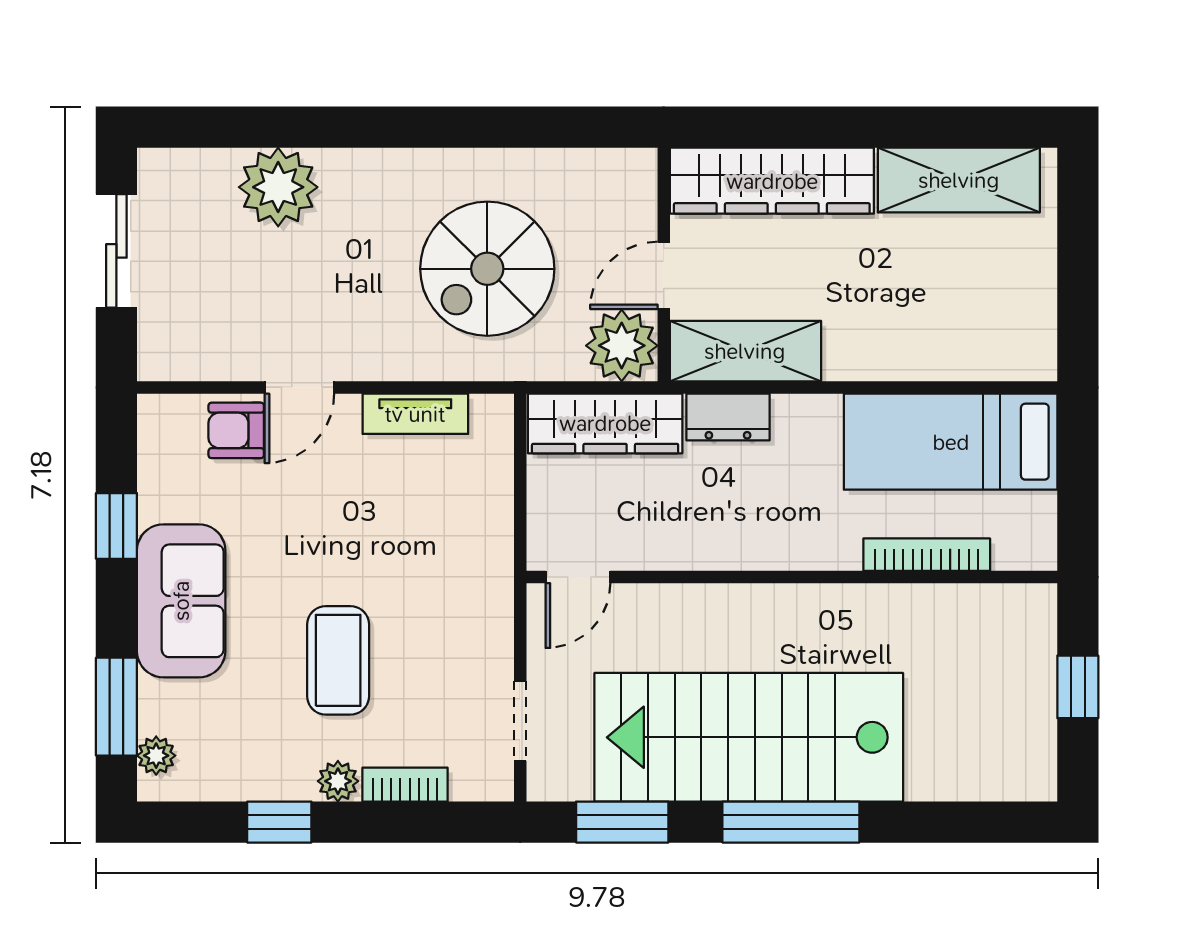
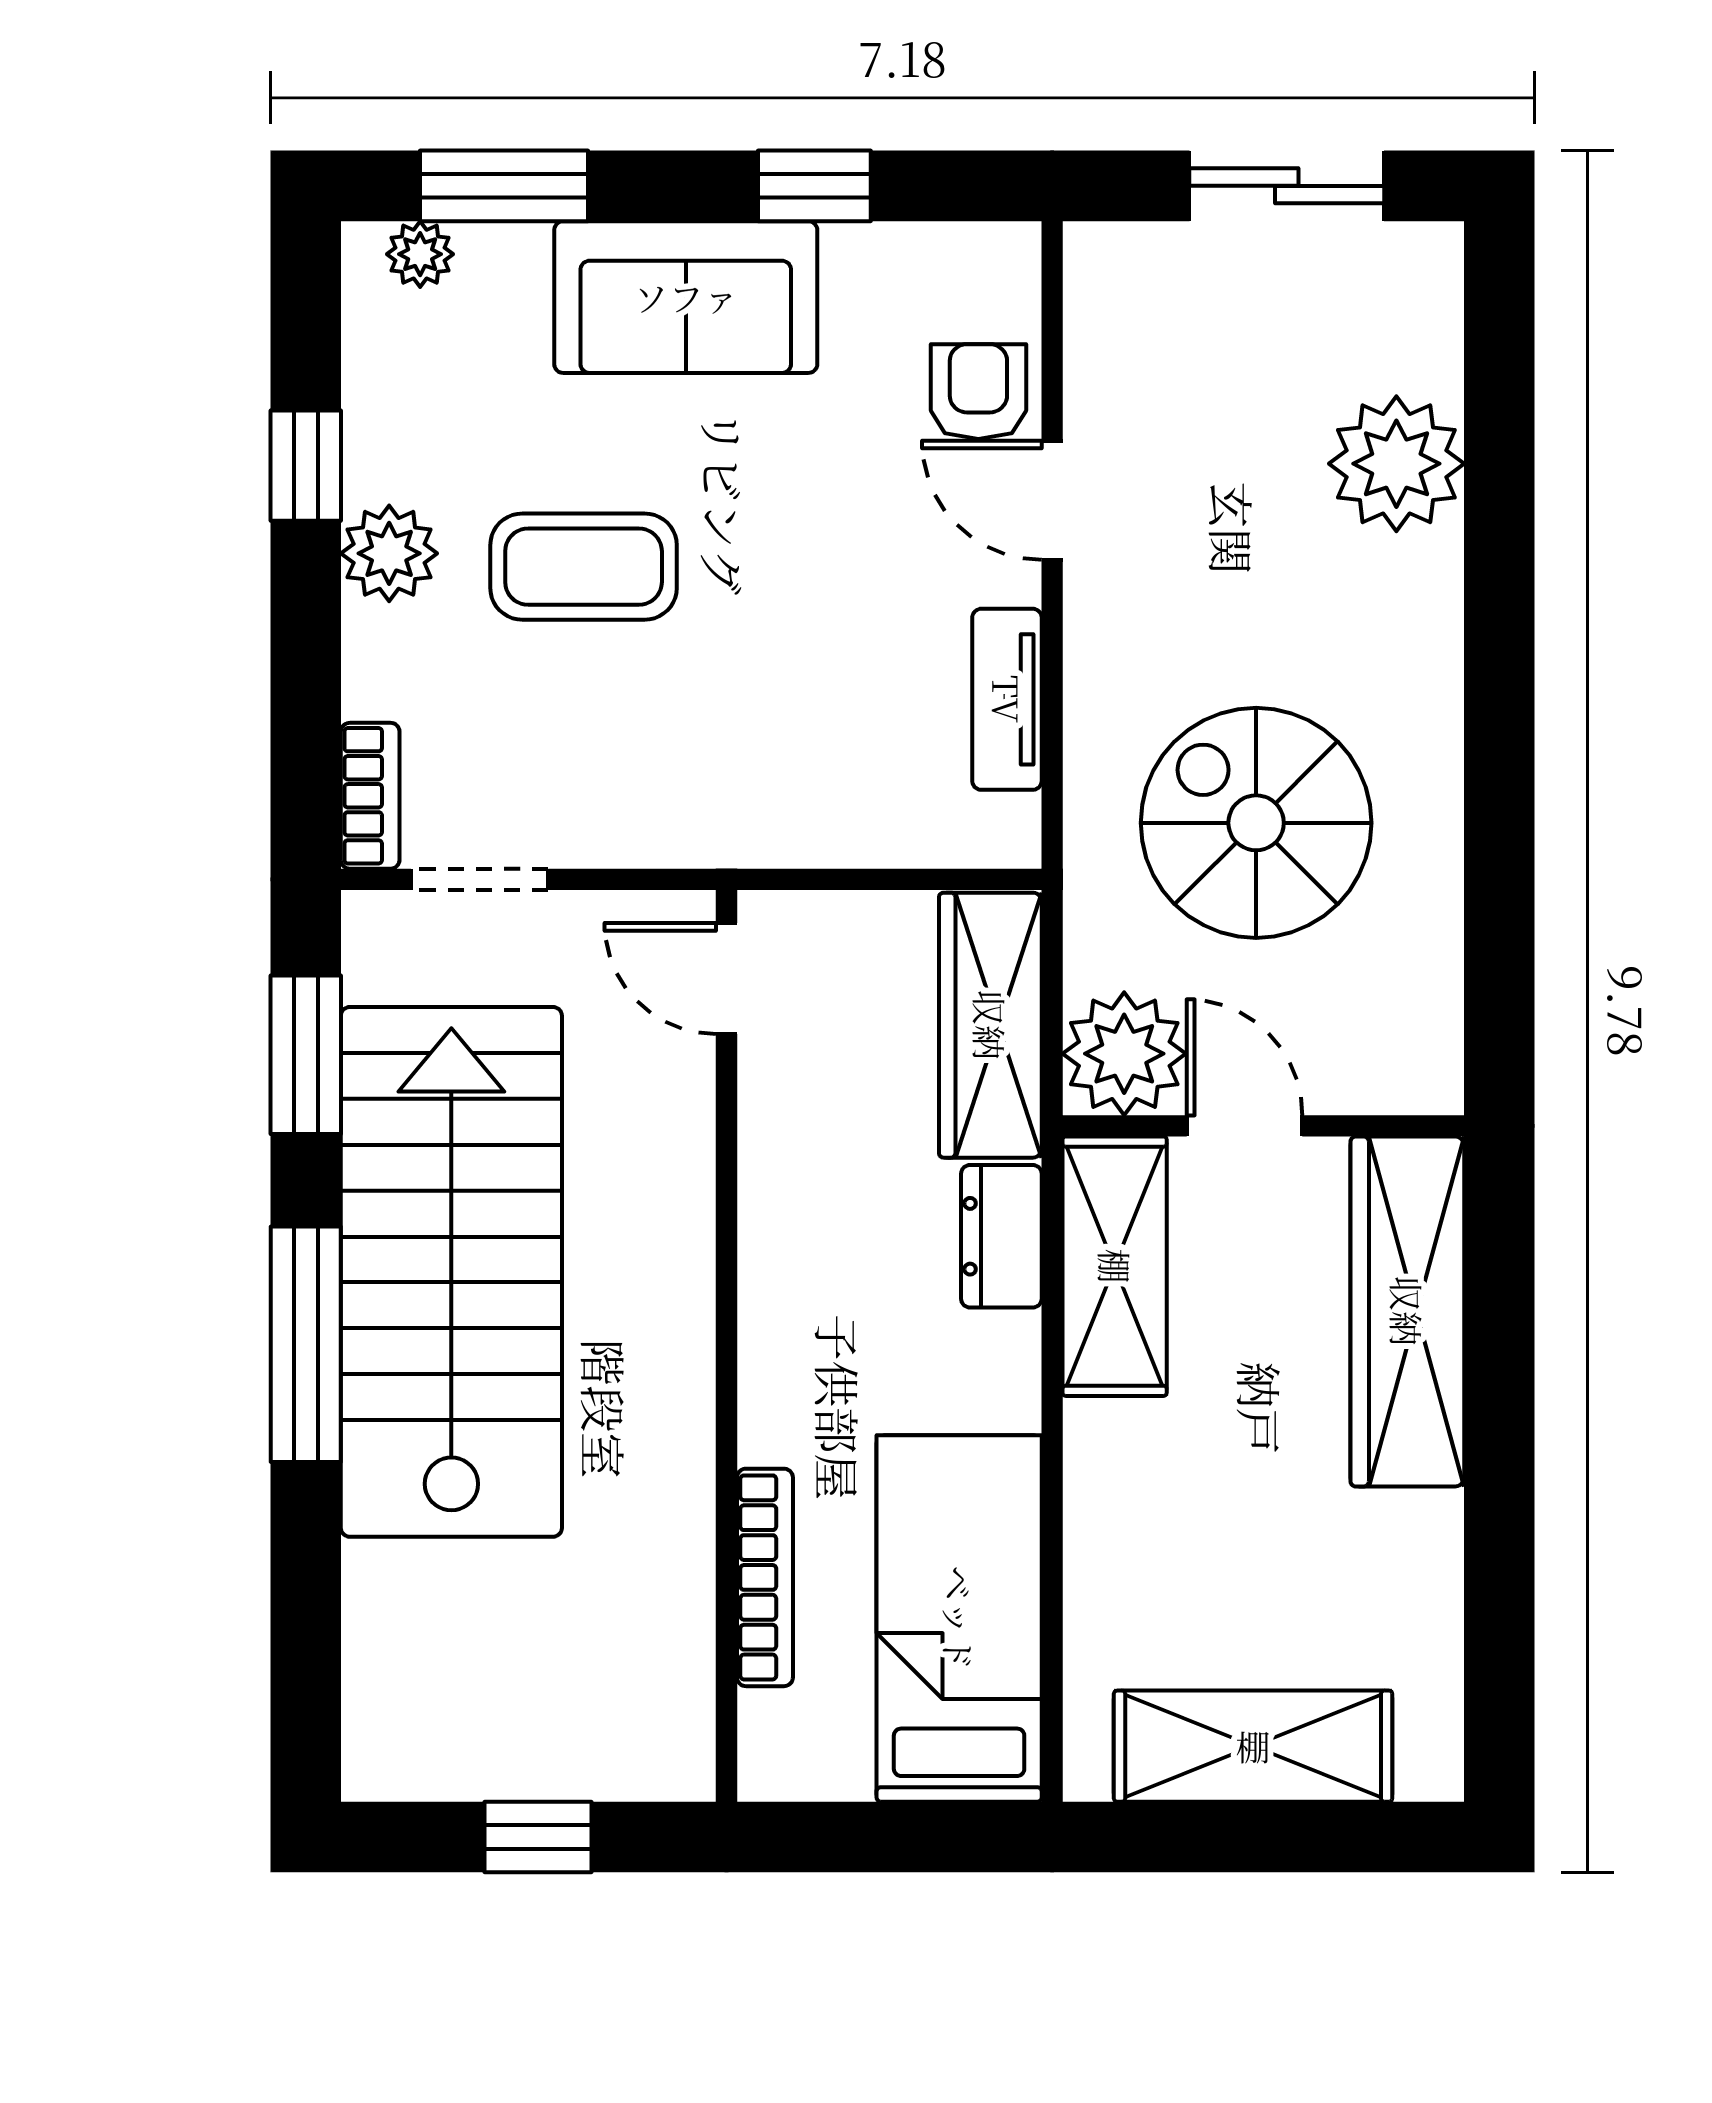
shelving: (959, 180) -> (1253, 1746), moved, turned 90
plant: (338, 781) -> (389, 553), width x1.38, depth x1.38
bookcase: (405, 785) -> (370, 796), moved

